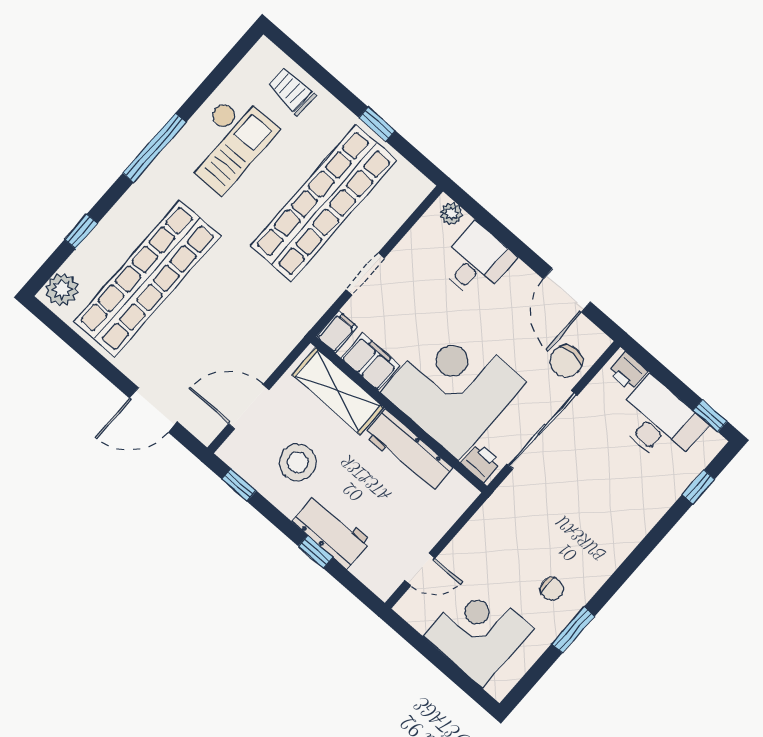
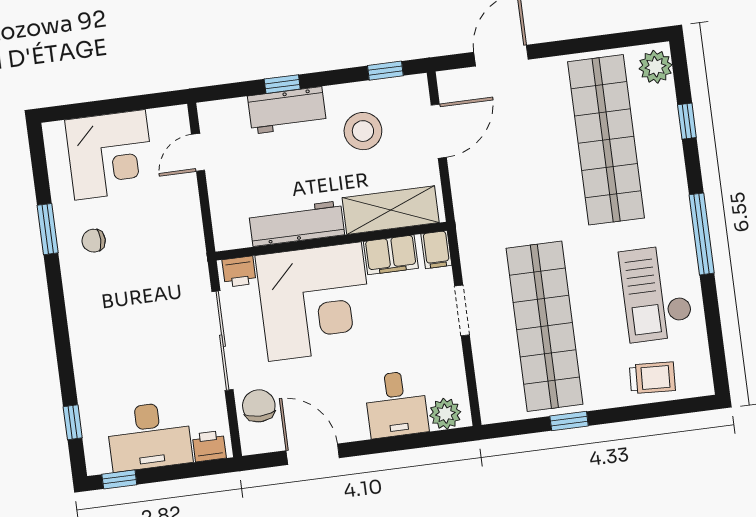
plant: (451, 214) -> (445, 414), width x1.38, depth x1.38

